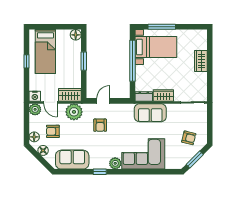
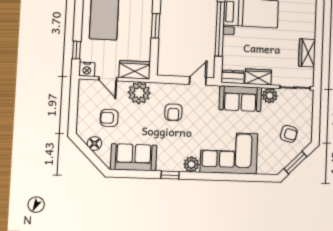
window: (27, 61) -> (77, 50), moved
wardrobe: (201, 61) -> (307, 53), moved
door: (103, 101) -> (198, 81), moved
plant: (35, 109) -> (270, 96), moved
floor lamp: (34, 137) -> (83, 124), removed

